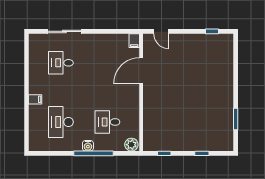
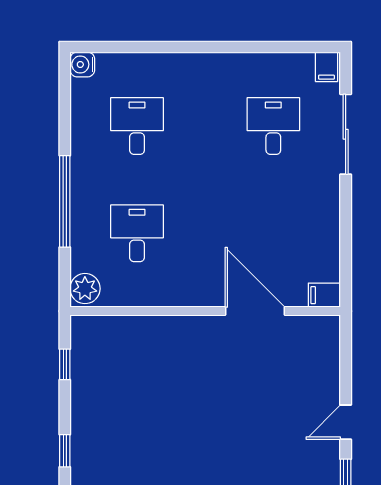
door: (161, 31) -> (346, 422), moved
filing cabinet: (35, 99) -> (326, 67), moved
desk: (61, 122) -> (137, 126), width x0.73
water cooler: (88, 146) -> (82, 64), moved

